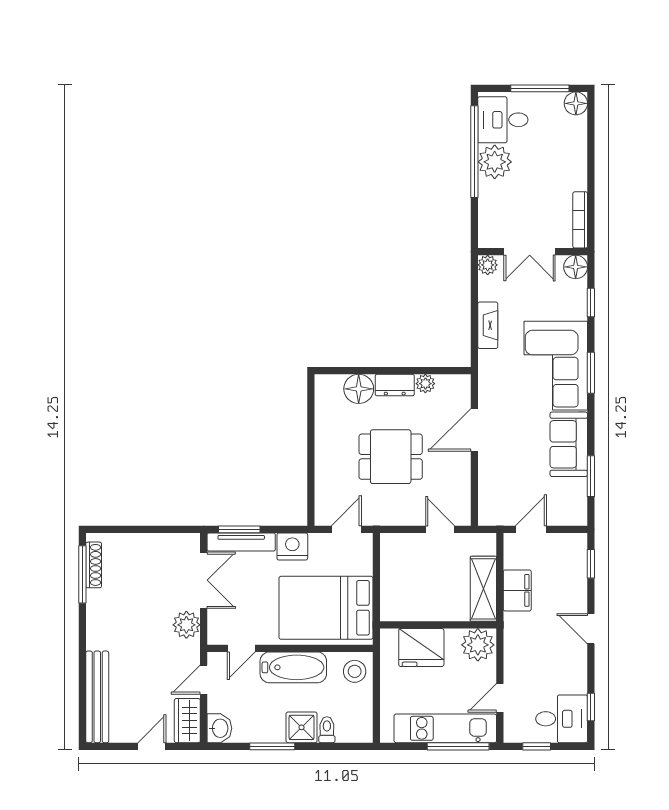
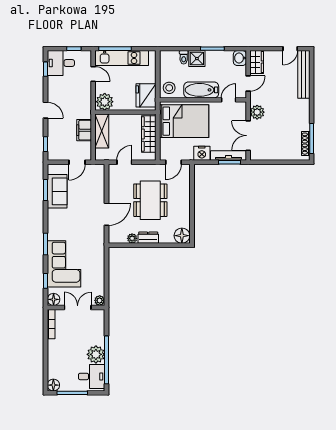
fireplace: (488, 325) -> (99, 269), removed
corner sofa: (556, 366) -> (64, 264), moved
floor lamp: (359, 389) -> (182, 236), moved
sofa: (569, 444) -> (57, 191), moved
dining table: (391, 457) -> (150, 200), width x1.38
door: (440, 529) -> (124, 162), swing flipped
wardrobe: (393, 583) -> (149, 134), added
fridge: (421, 647) -> (146, 95), moved, turned -90
door: (500, 698) -> (93, 74), hinge flipped
door: (152, 746) -> (290, 49), moved

